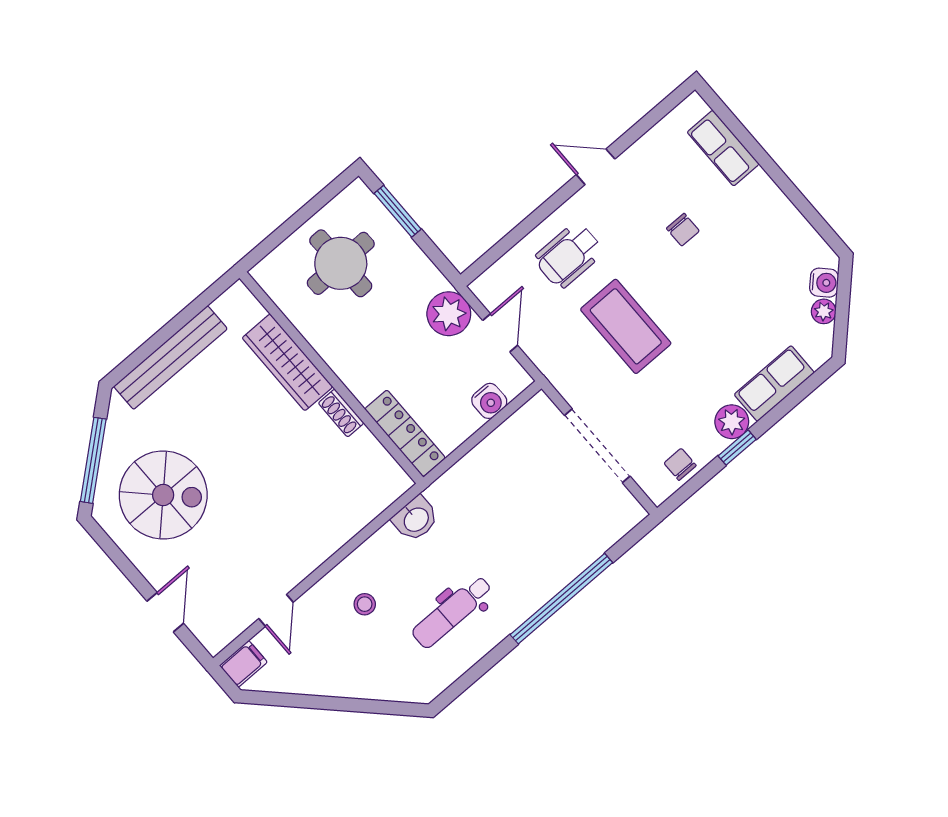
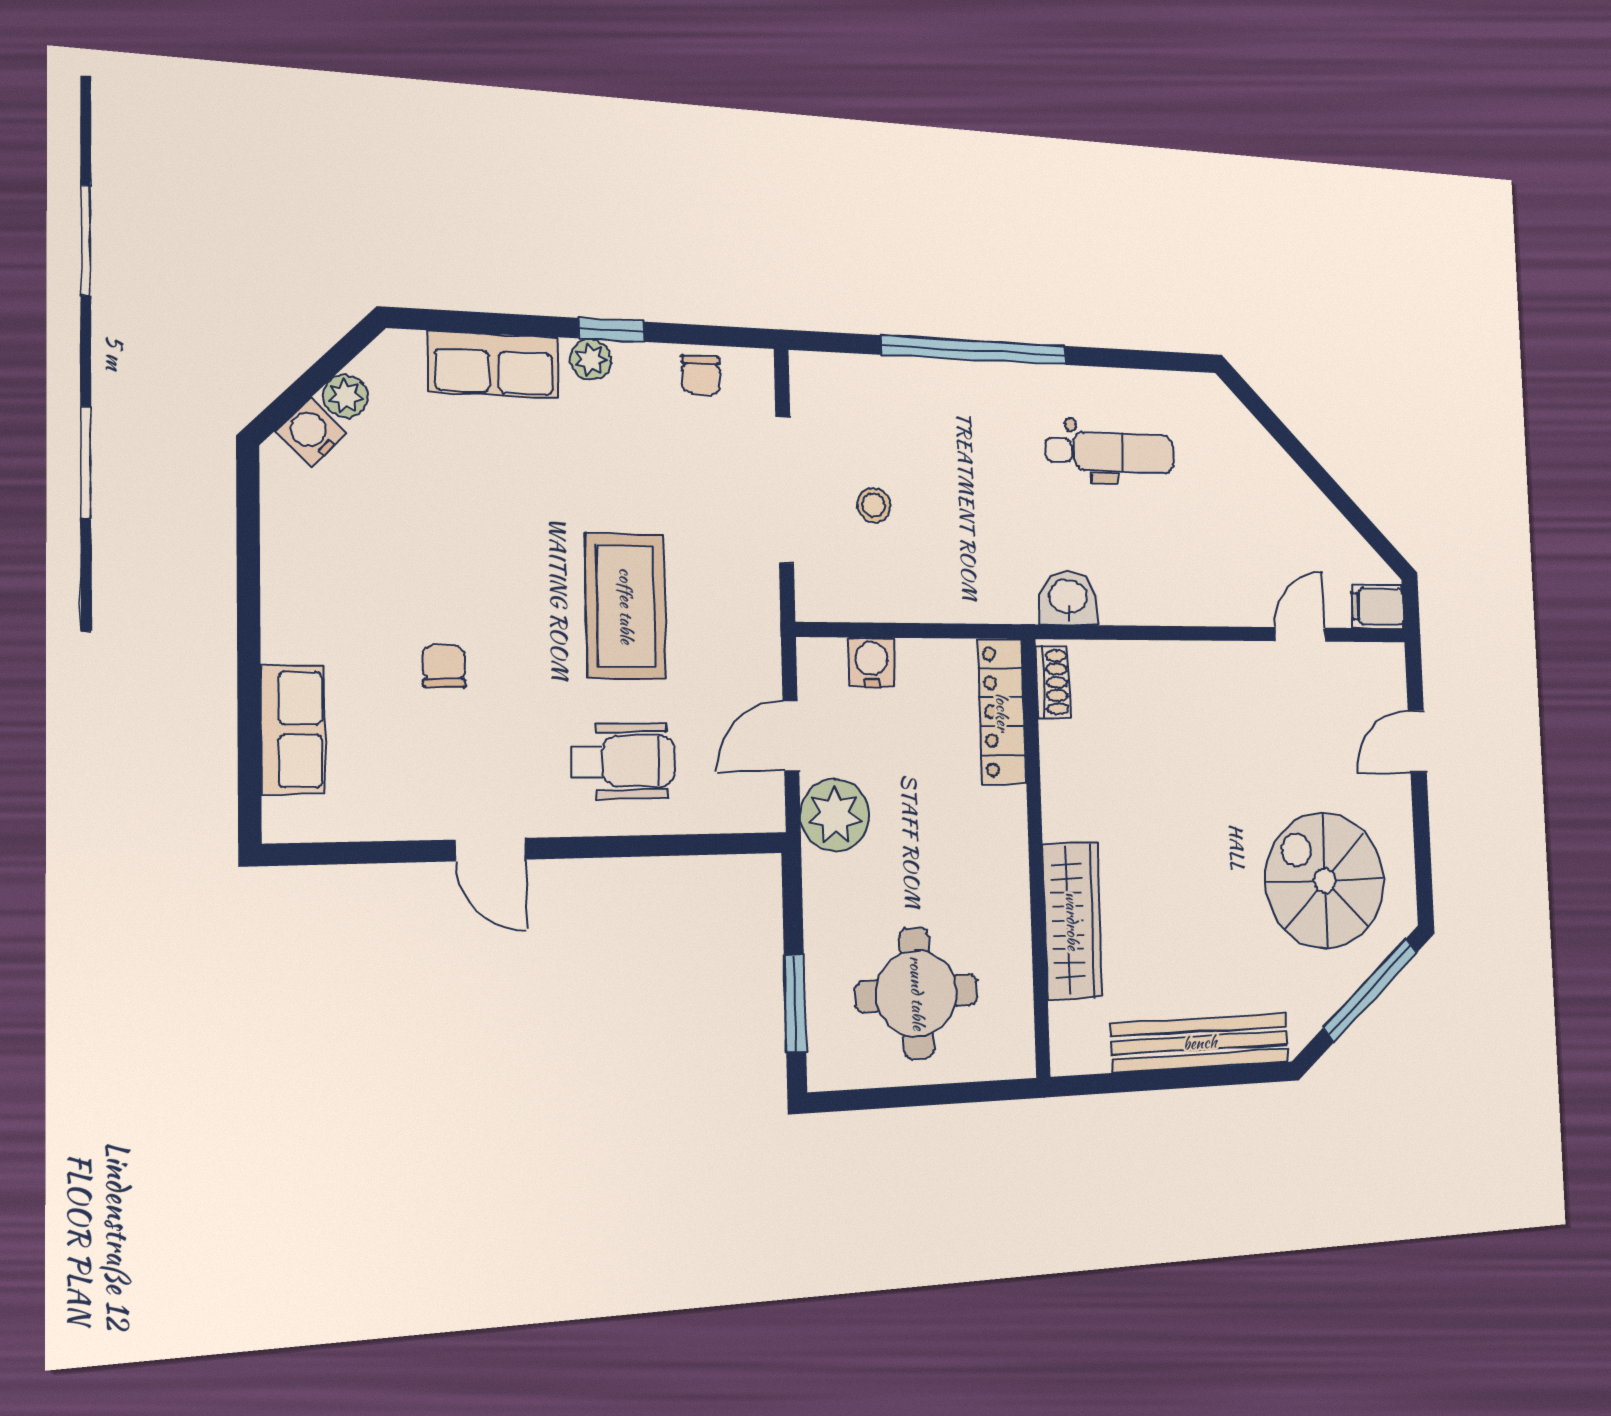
shoe rack: (341, 413) -> (1053, 682), moved
plant: (732, 422) -> (591, 360), width x0.73, depth x0.73
stool: (365, 604) -> (874, 505), moved

